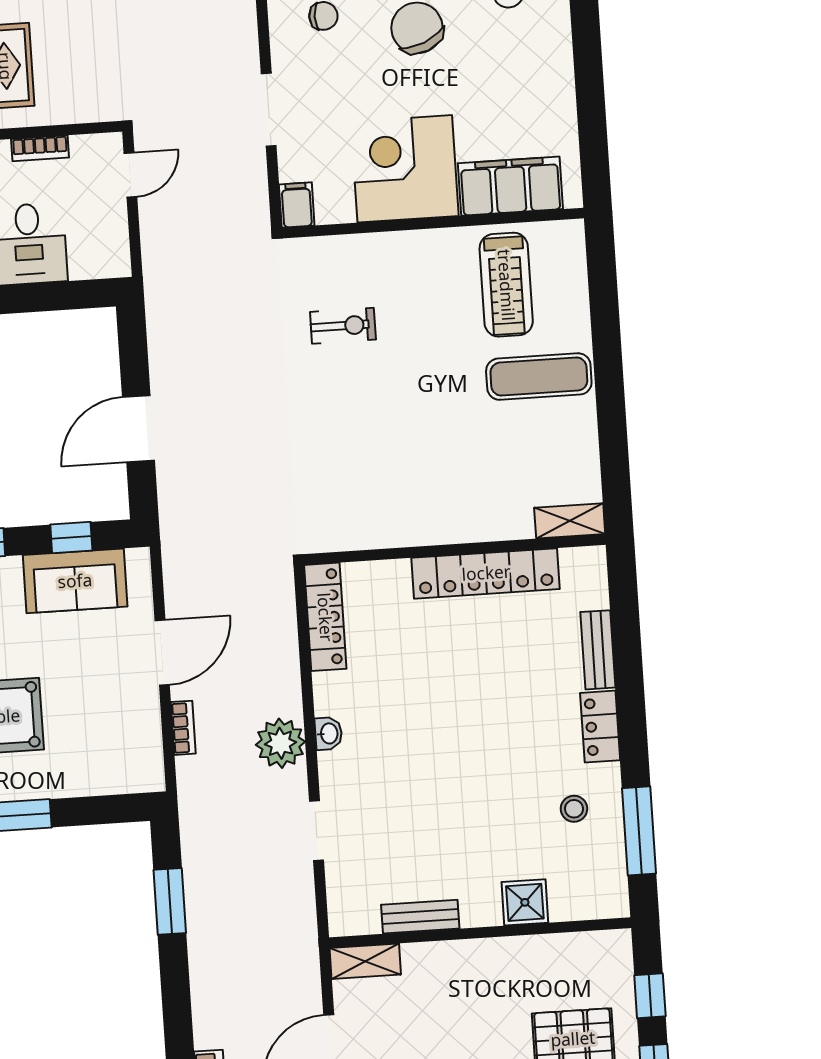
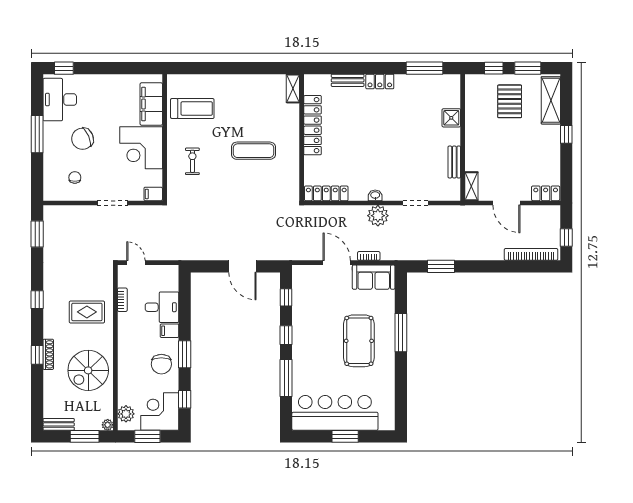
exercise bike: (343, 326) -> (192, 161), moved
exercise mat: (539, 377) -> (253, 151), moved, turned 90
sofa: (75, 581) -> (374, 277), moved, turned 90
stool: (574, 809) -> (413, 95), removed

